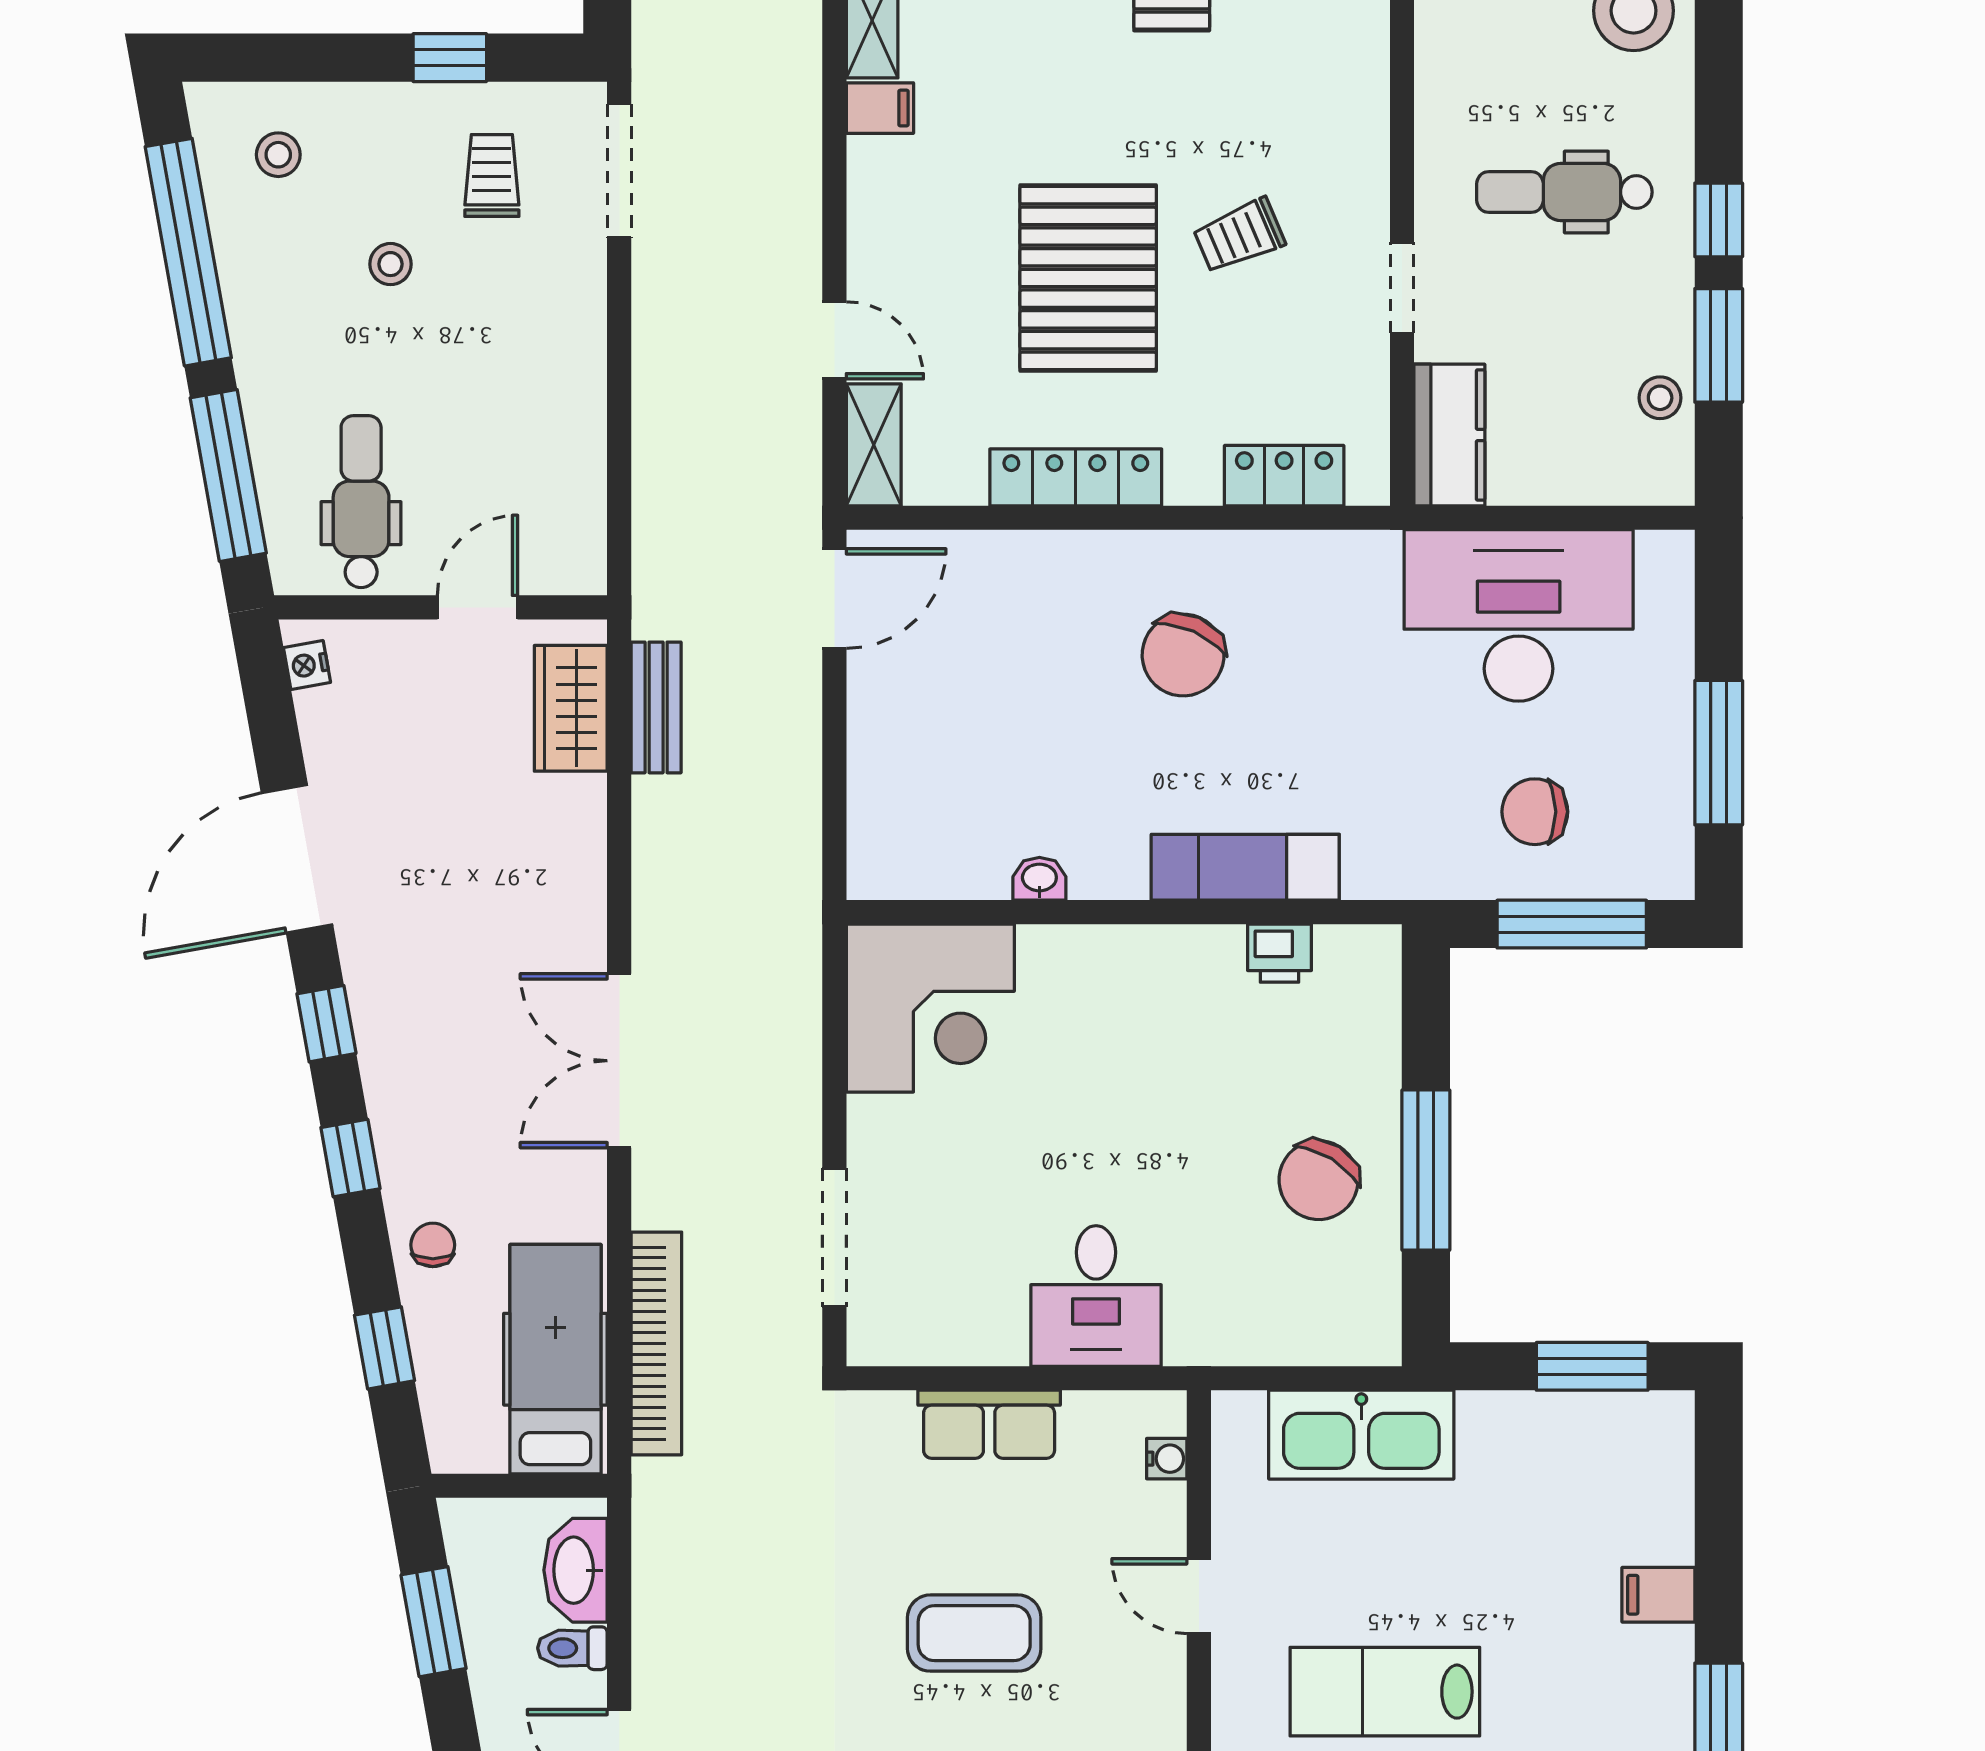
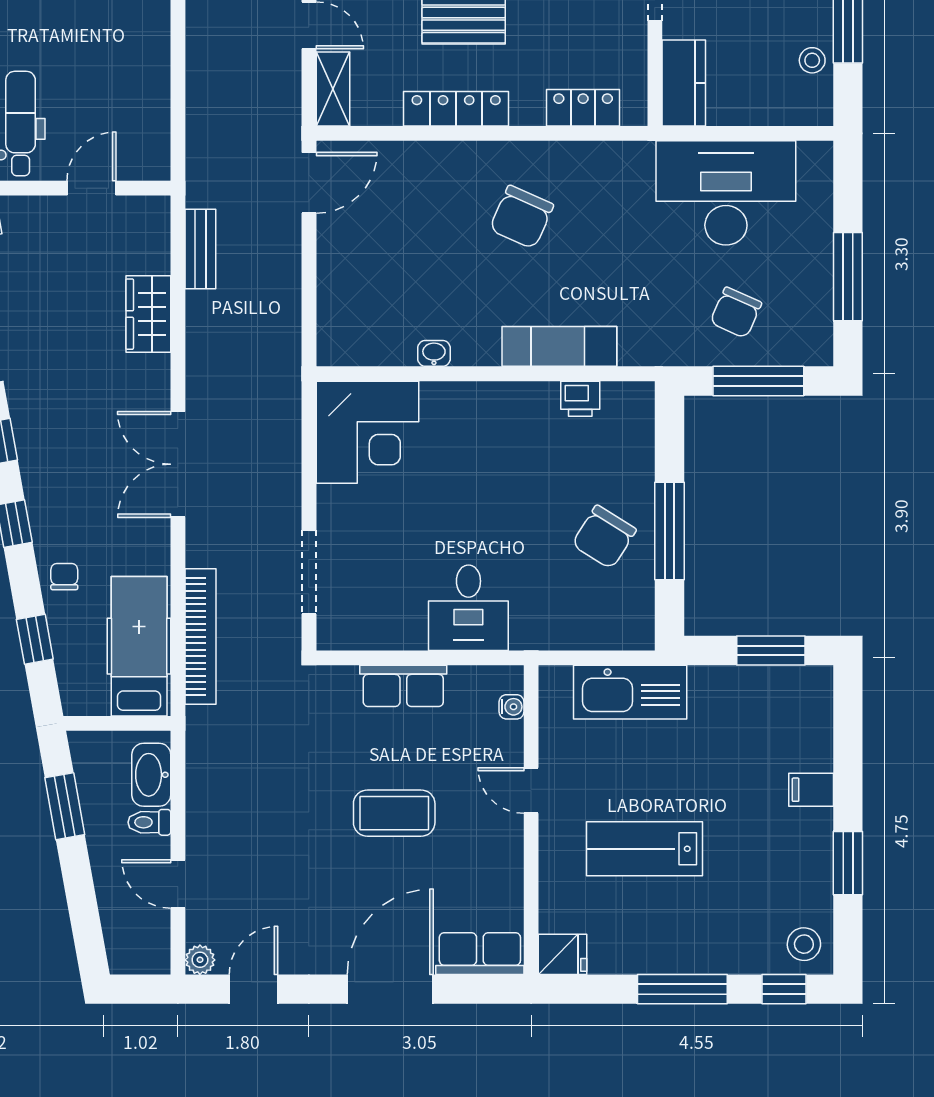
wardrobe: (571, 708) -> (148, 314), moved
chair: (1535, 812) -> (736, 313), turned -66

